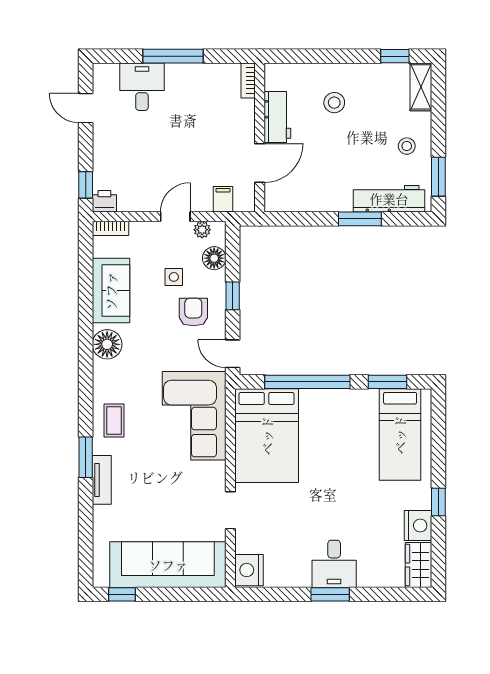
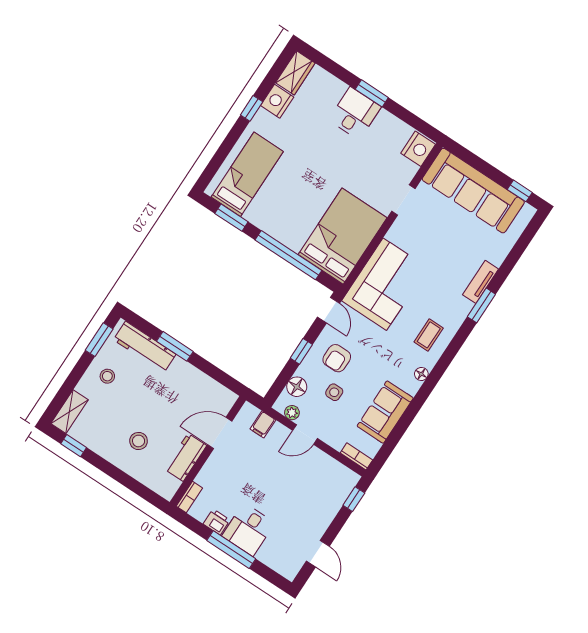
desk: (142, 87) -> (248, 530), moved
printer: (104, 201) -> (217, 522), moved, turned 180
floor lamp: (107, 344) -> (421, 374), width x0.53, depth x0.53
coffee table: (114, 420) -> (429, 335), moved

